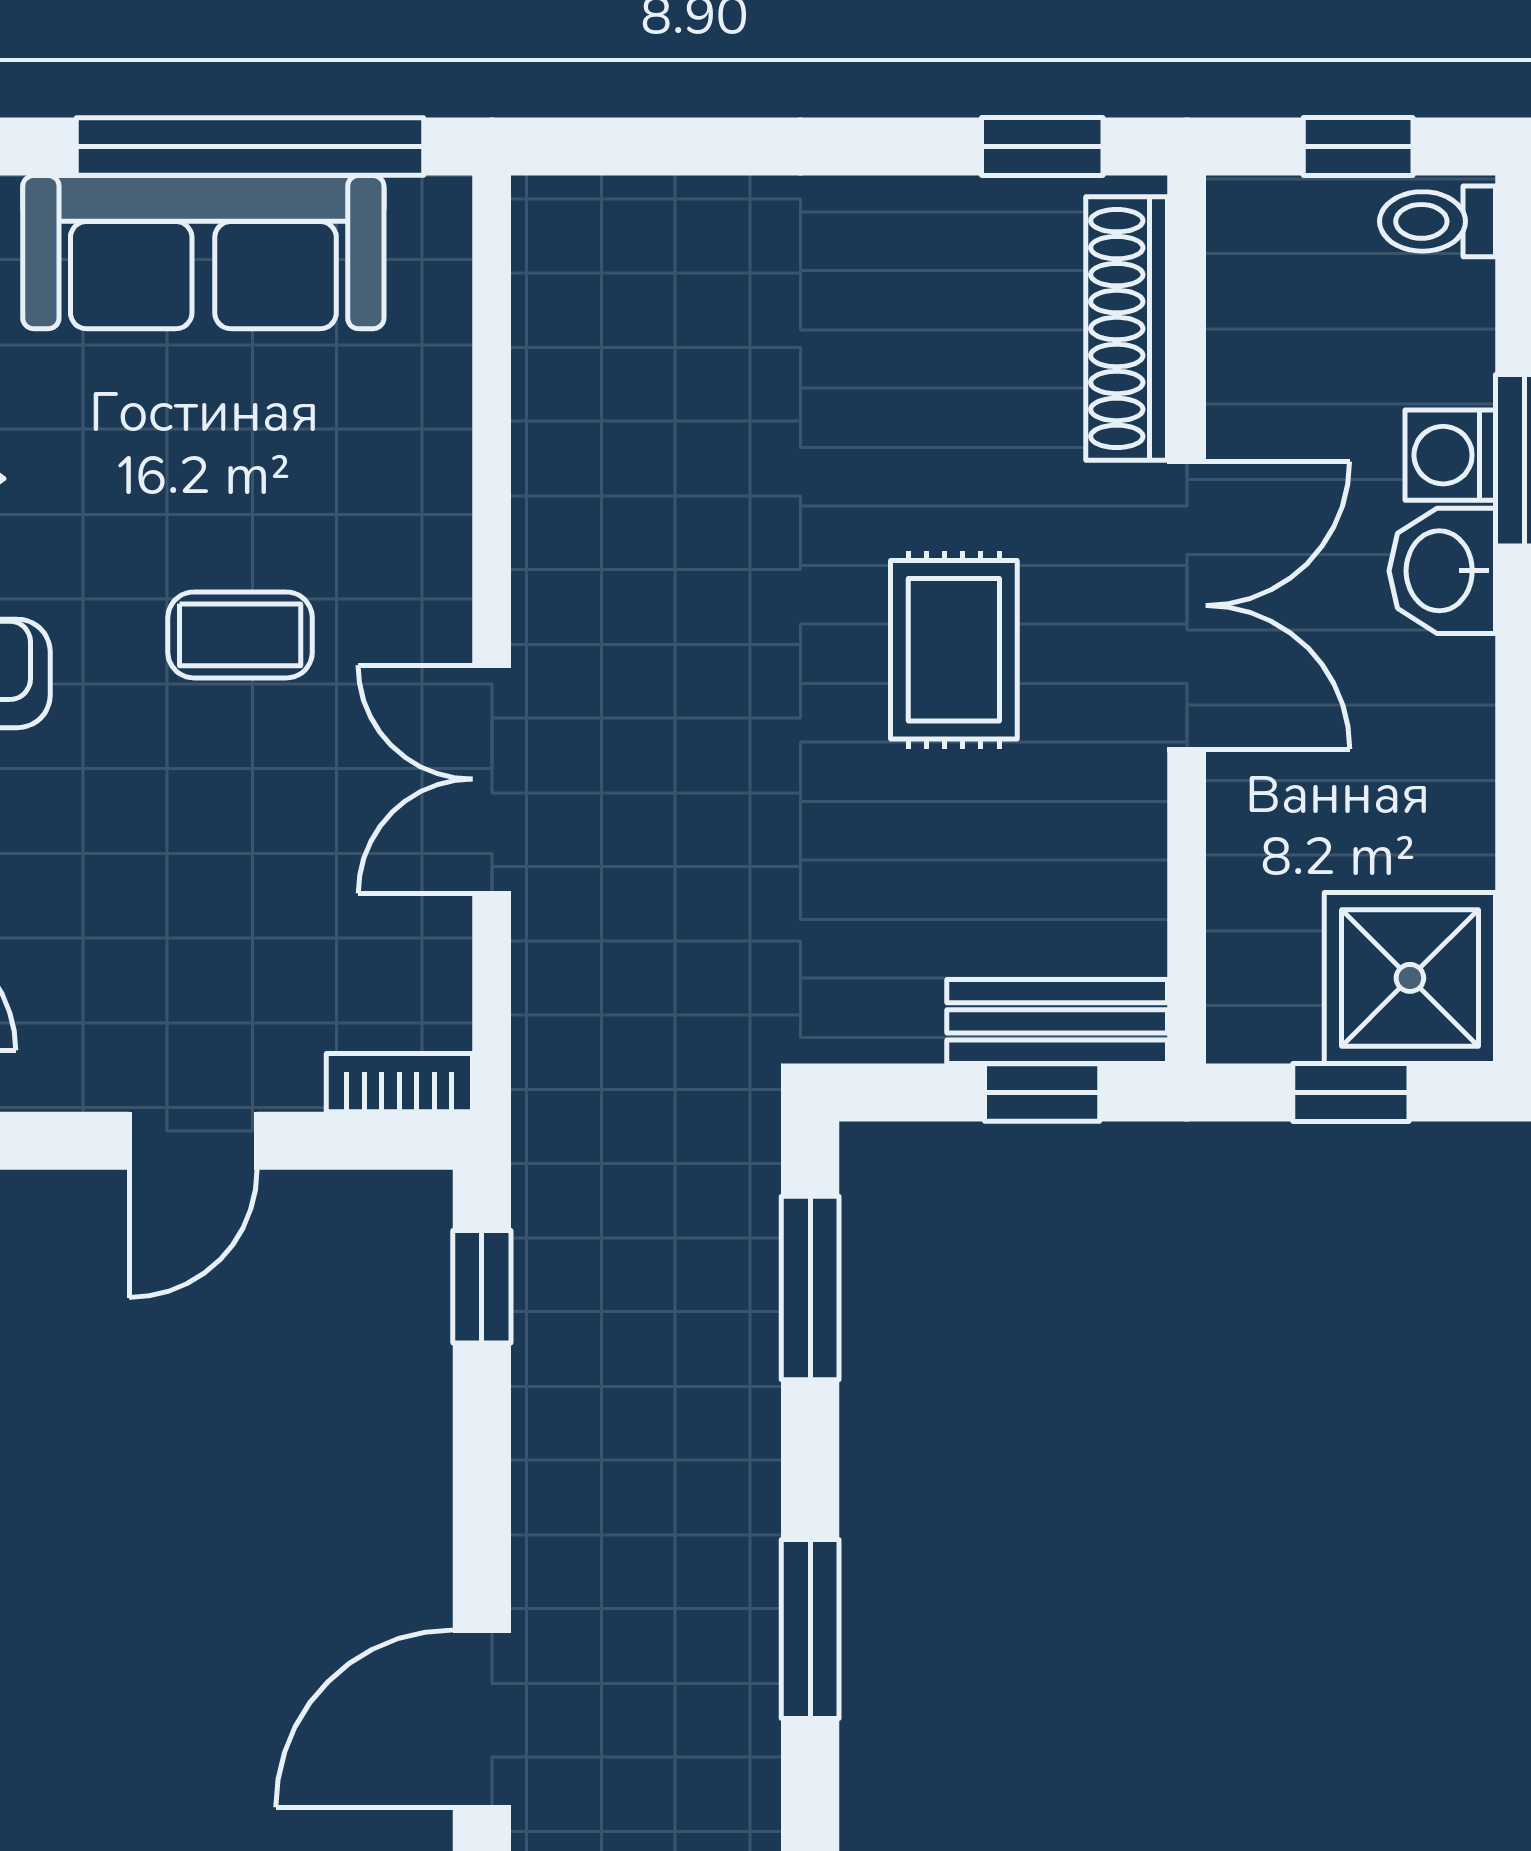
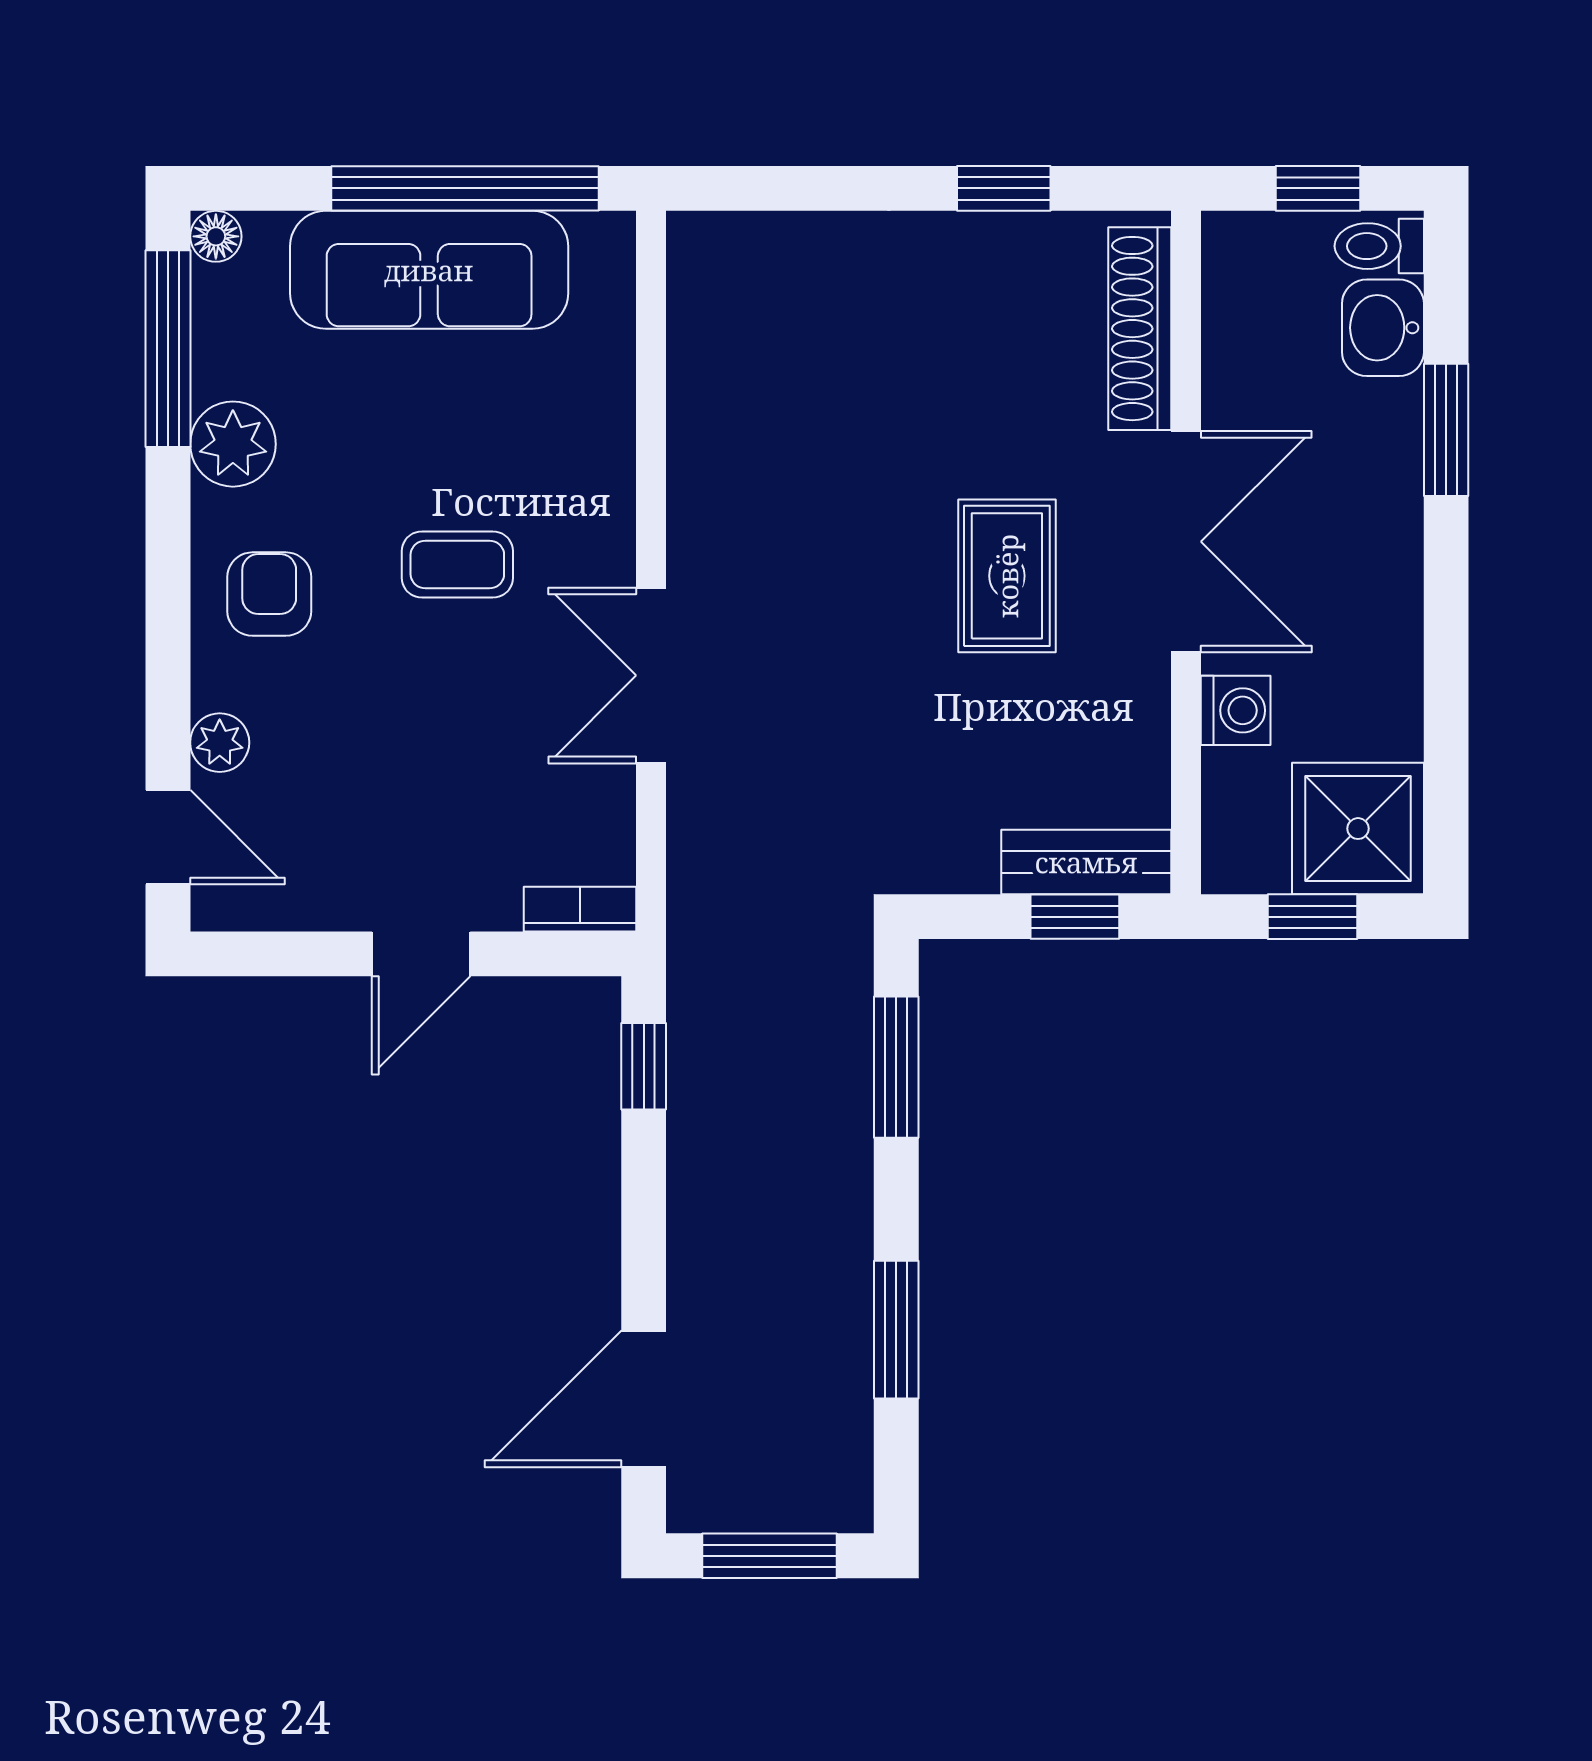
window: (1042, 146) -> (1004, 188), moved
washing machine: (1450, 455) -> (1236, 710), moved, turned 180
washbasin: (1442, 571) -> (1383, 328), moved

